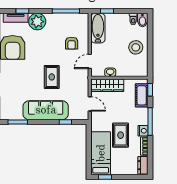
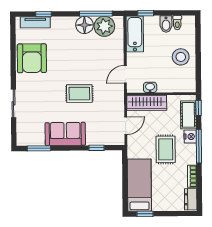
floor lamp: (56, 20) -> (84, 25), added
bidet: (142, 20) -> (166, 24), moved
plant: (37, 22) -> (104, 26), moved
armchair: (72, 43) -> (103, 53), removed
rug: (52, 77) -> (79, 94), turned 90
door: (90, 104) -> (126, 126), hinge flipped
sofa: (46, 110) -> (65, 134), width x0.73
nightstand: (143, 131) -> (190, 137), moved
rug: (121, 135) -> (166, 149), moved

